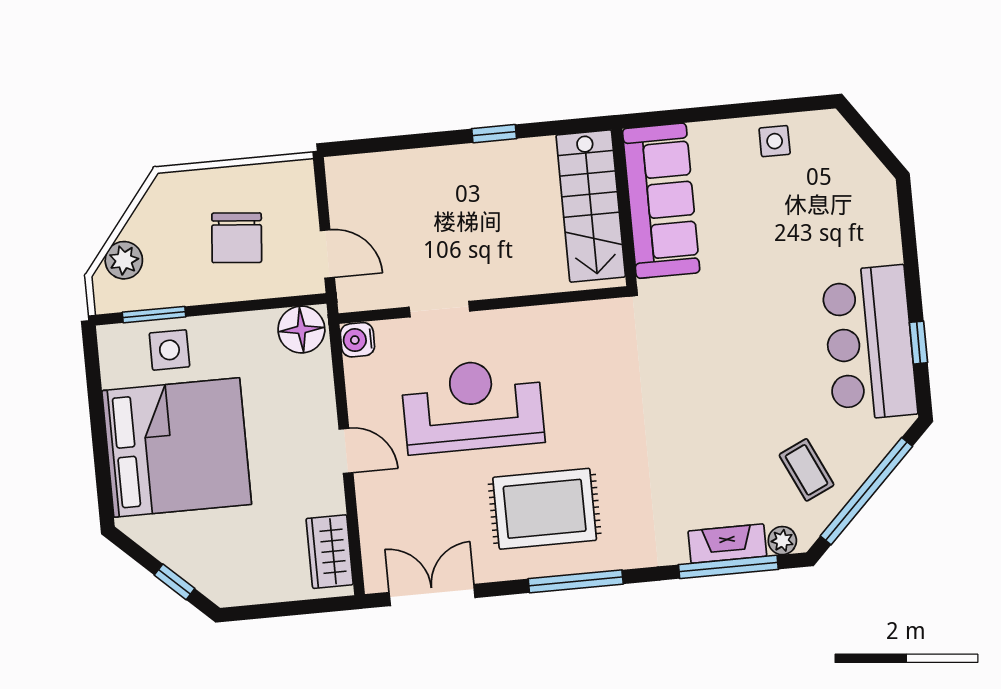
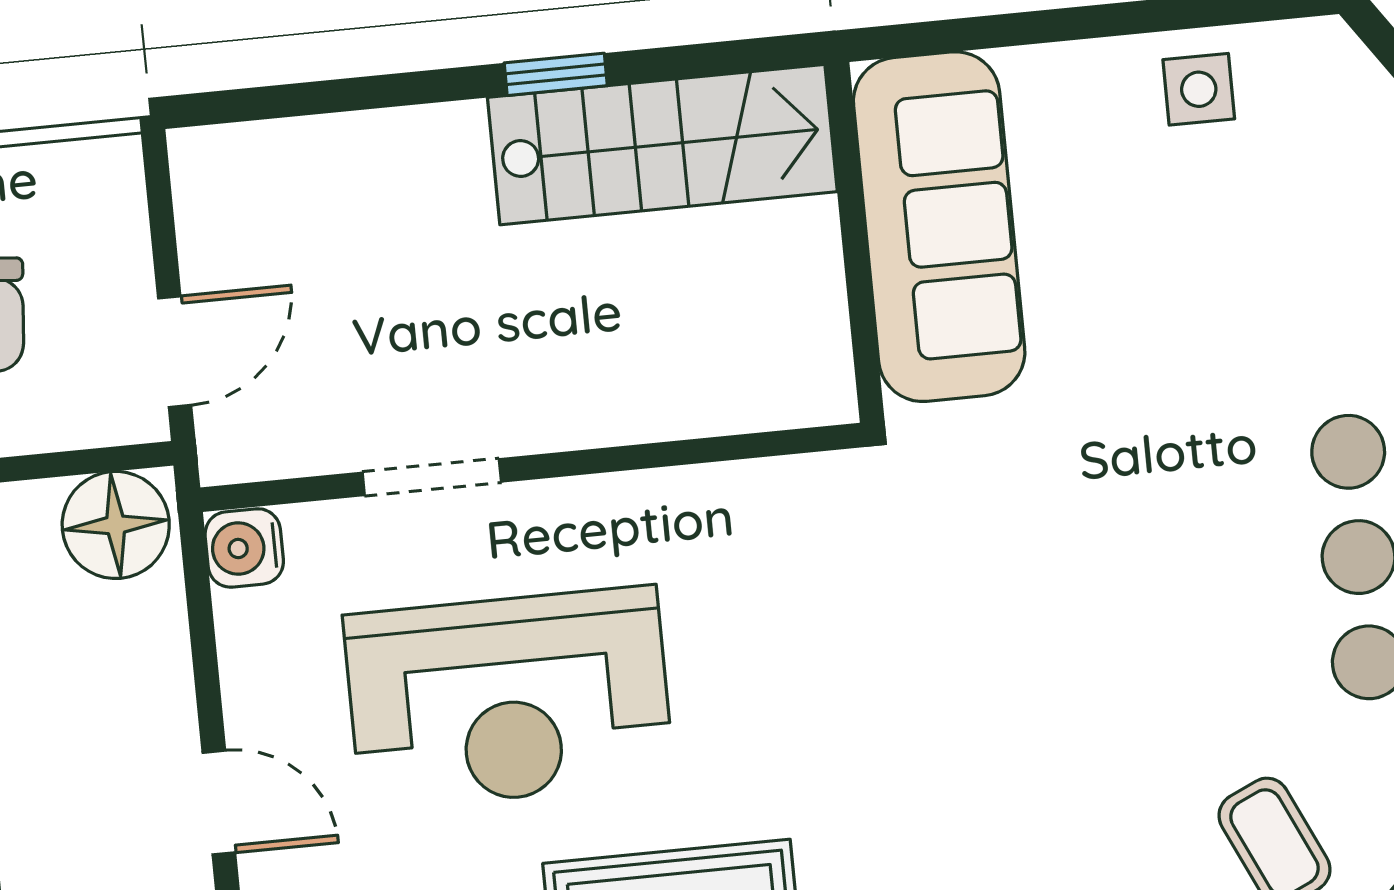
stairs: (591, 206) -> (662, 145), moved, turned -90
door: (327, 254) -> (175, 352), hinge flipped
reception desk: (473, 406) -> (509, 698), turned 180

